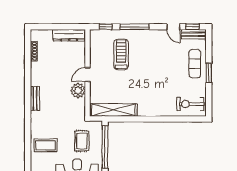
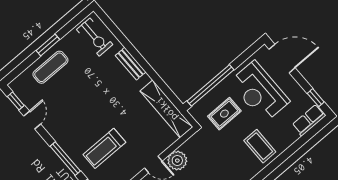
bench: (194, 34) -> (131, 64), moved

